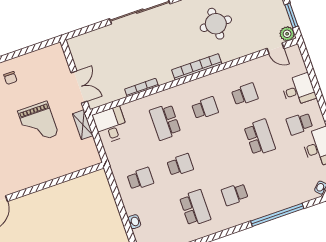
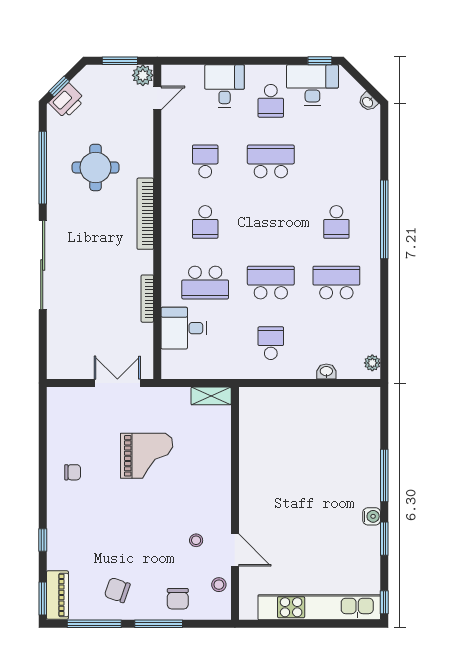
school desk: (205, 108) -> (205, 222), turned 180
shelving: (83, 125) -> (211, 396), moved
desk: (111, 125) -> (184, 328), moved
school desk: (180, 165) -> (271, 283), width x1.85
window: (277, 215) -> (384, 219), moved

